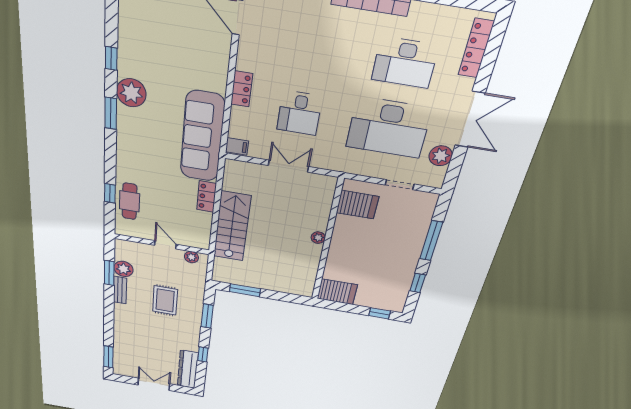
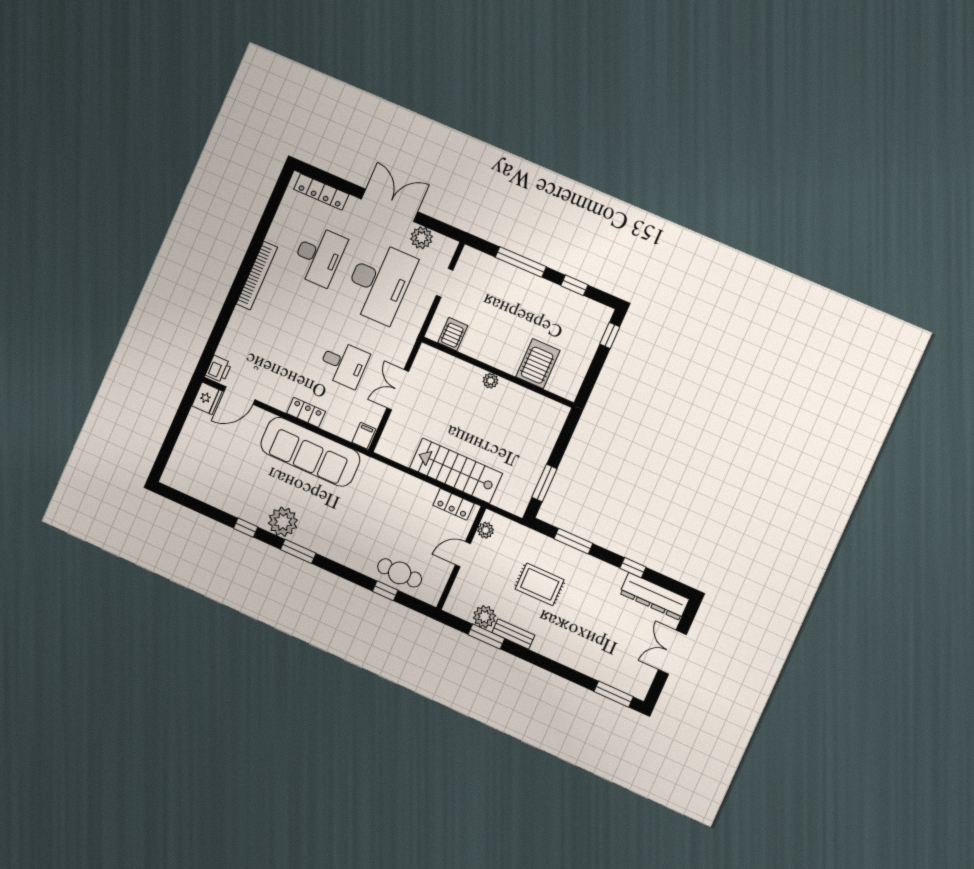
sofa: (202, 137) -> (310, 452), moved
locker: (207, 197) -> (454, 504), moved
server rack: (357, 205) -> (453, 334), width x0.73, depth x0.70
server rack: (337, 292) -> (538, 364), moved

